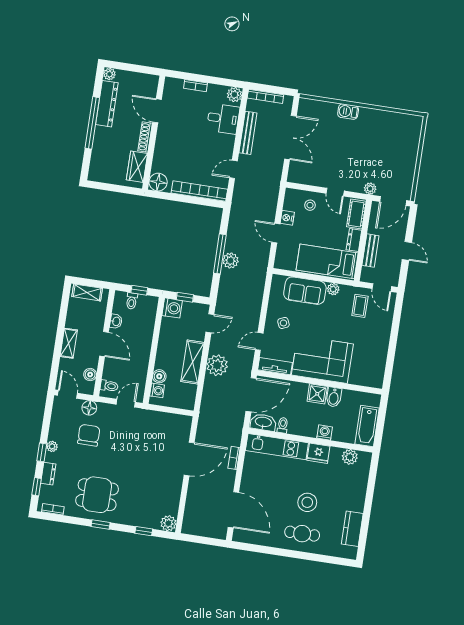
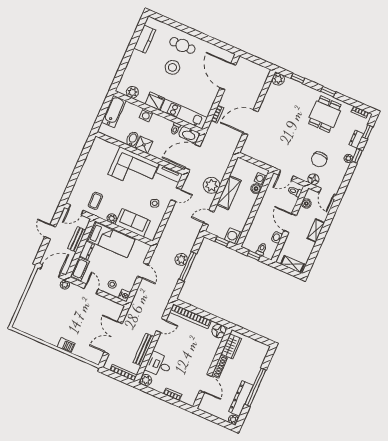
nightstand: (287, 218) -> (124, 296), moved
door: (382, 288) -> (76, 210), swing flipped
dining table: (97, 495) -> (325, 114), turned 90

